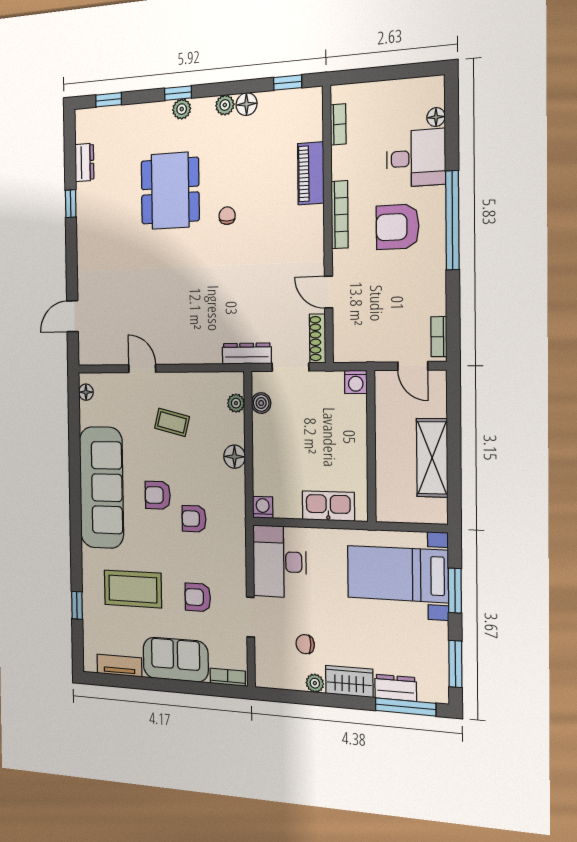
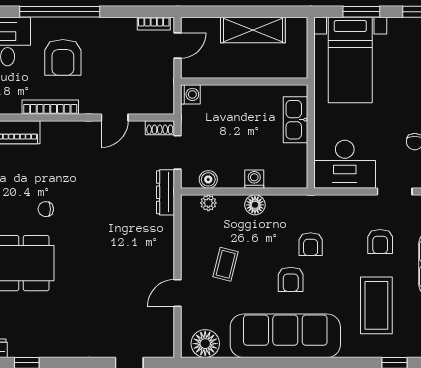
shoe rack: (317, 339) -> (160, 128), width x0.70
floor lamp: (86, 392) -> (205, 344), width x1.89, depth x1.89
washing machine: (263, 507) -> (254, 179), moved, turned 90

